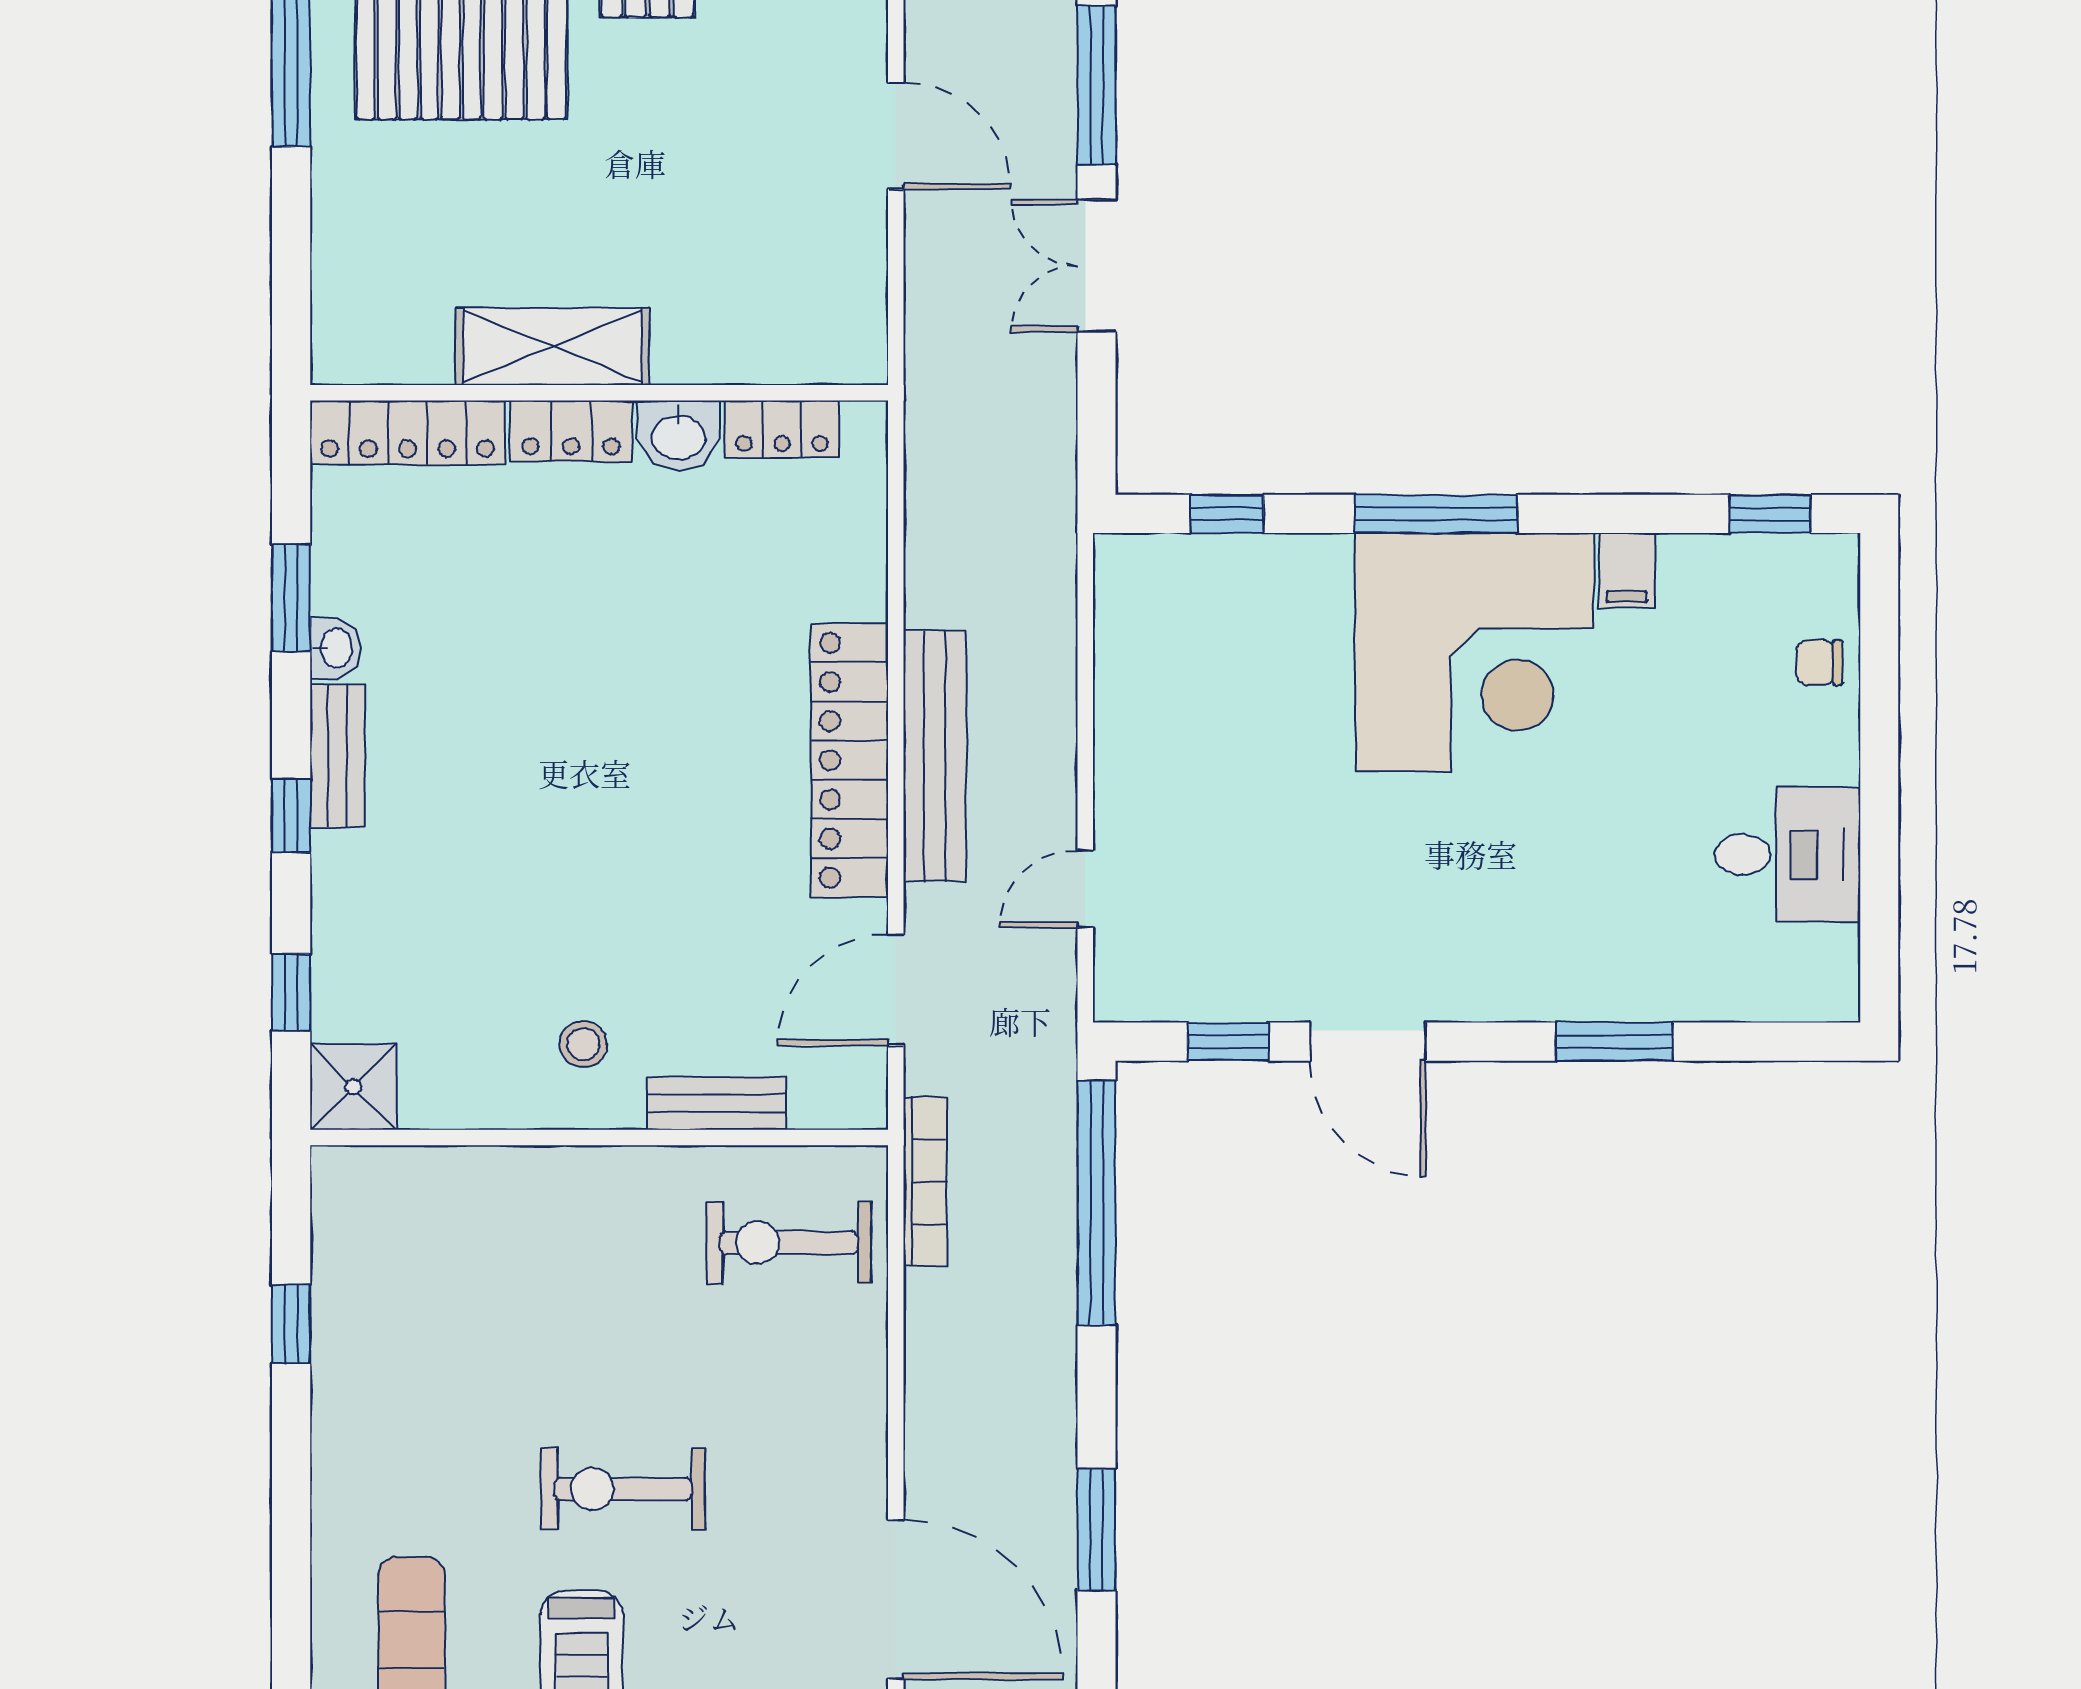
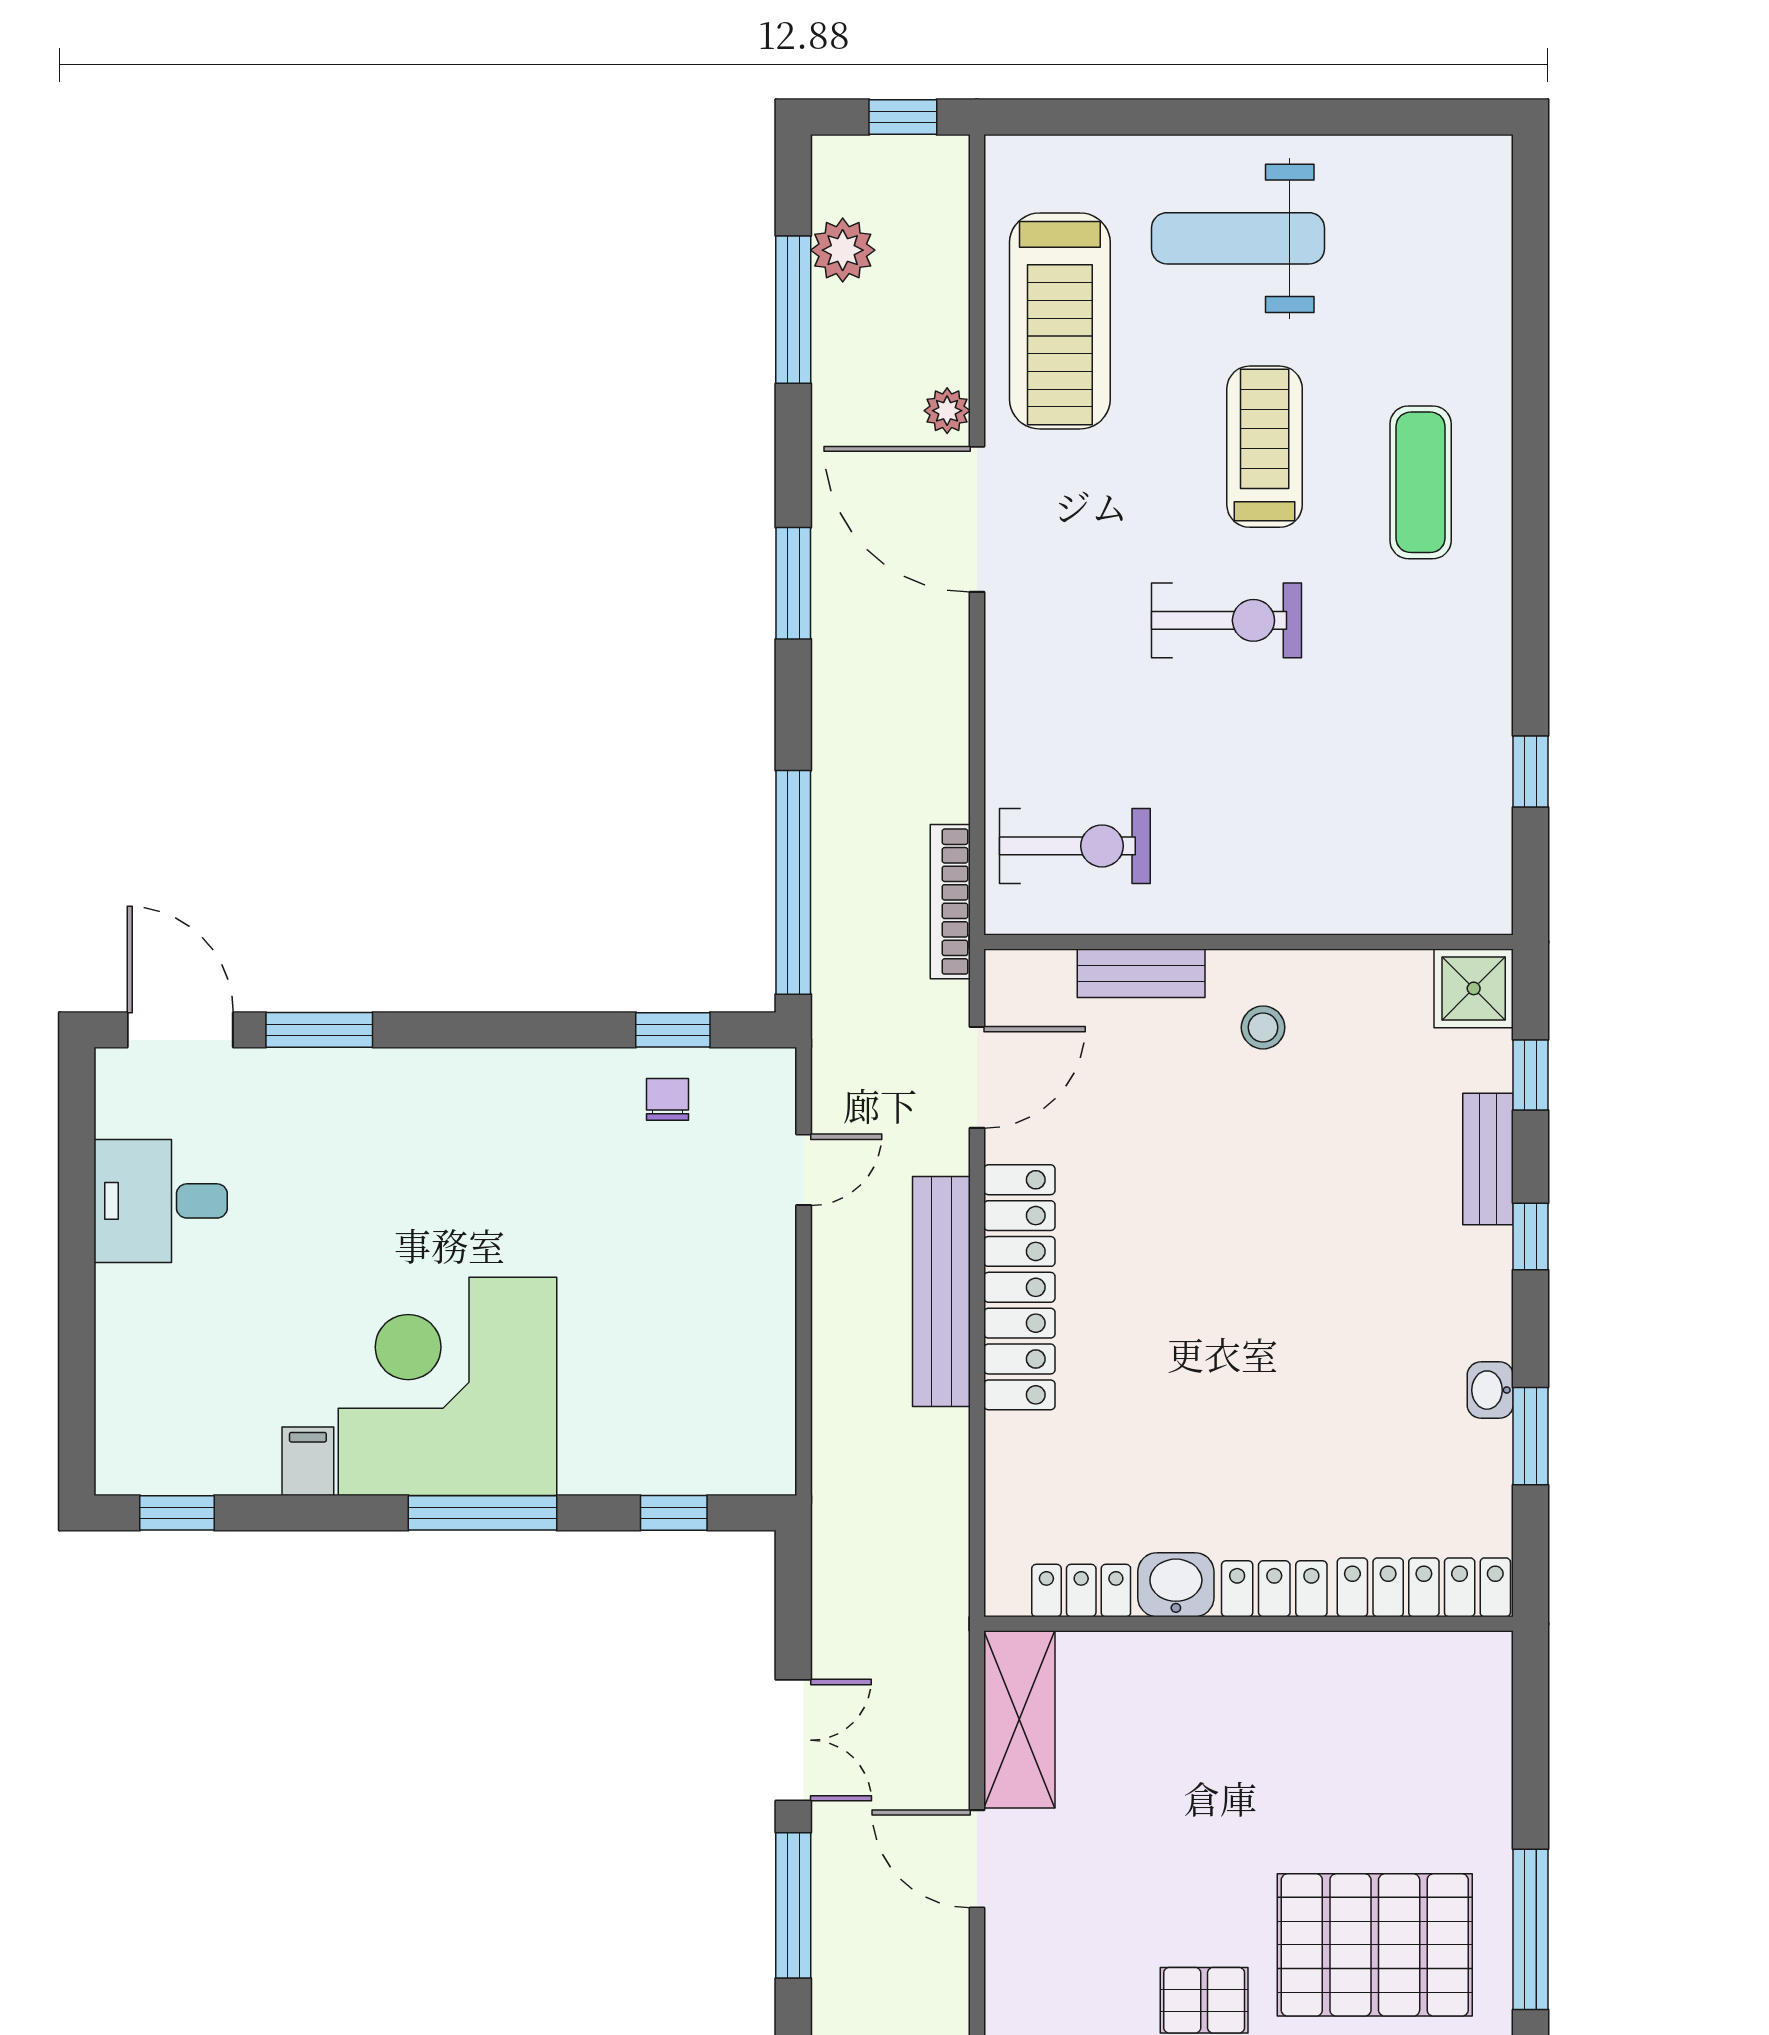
shelving: (552, 346) -> (1019, 1719), moved, turned 90
chair: (1820, 663) -> (667, 1099), moved, turned -90
bench: (337, 756) -> (1488, 1159), moved
door: (1368, 1042) -> (180, 1030), moved

